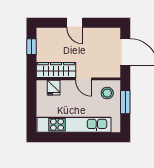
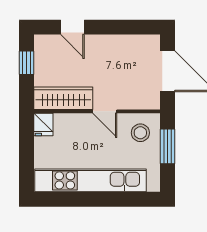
door: (75, 23) -> (72, 27), moved
fridge: (54, 88) -> (43, 125), moved

